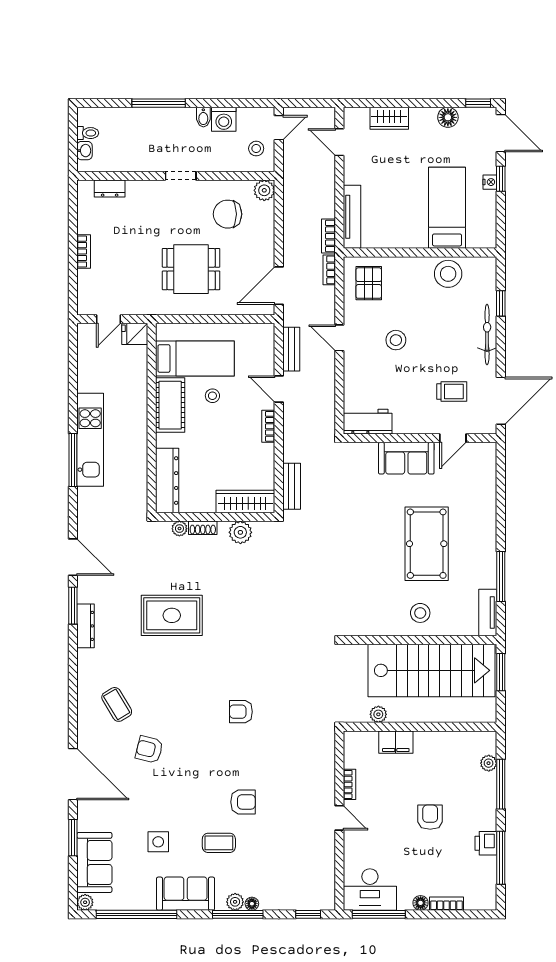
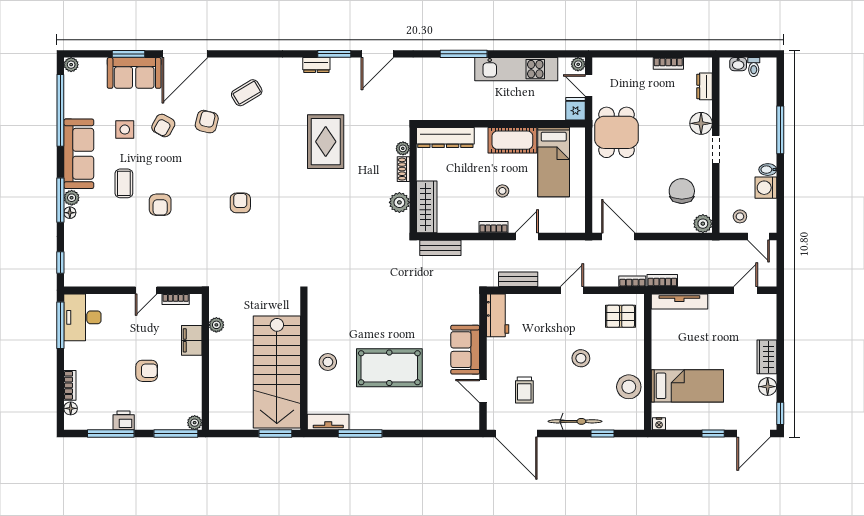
wardrobe: (389, 118) -> (767, 357), moved
nightstand: (490, 182) -> (659, 424), moved
floor lamp: (151, 192) -> (701, 123), added
bookcase: (84, 252) -> (668, 63), moved
dining table: (191, 269) -> (617, 132), moved
plant: (85, 331) -> (578, 64), added
stool: (396, 340) -> (581, 358), moved
bench: (291, 349) -> (518, 279), moved
stool: (212, 396) -> (502, 191), moved
kitchen unit: (90, 440) -> (516, 69), moved
dresser: (86, 626) -> (316, 65), width x0.70
plant: (378, 714) -> (216, 325), moved
wall: (420, 727) -> (205, 362), moved
filing cabinet: (396, 742) -> (192, 340), moved
armchair: (154, 798) -> (163, 126), added
sofa: (94, 862) -> (134, 73), moved
sofa: (186, 894) -> (79, 154), width x1.36
floor lamp: (421, 903) -> (71, 408), moved

